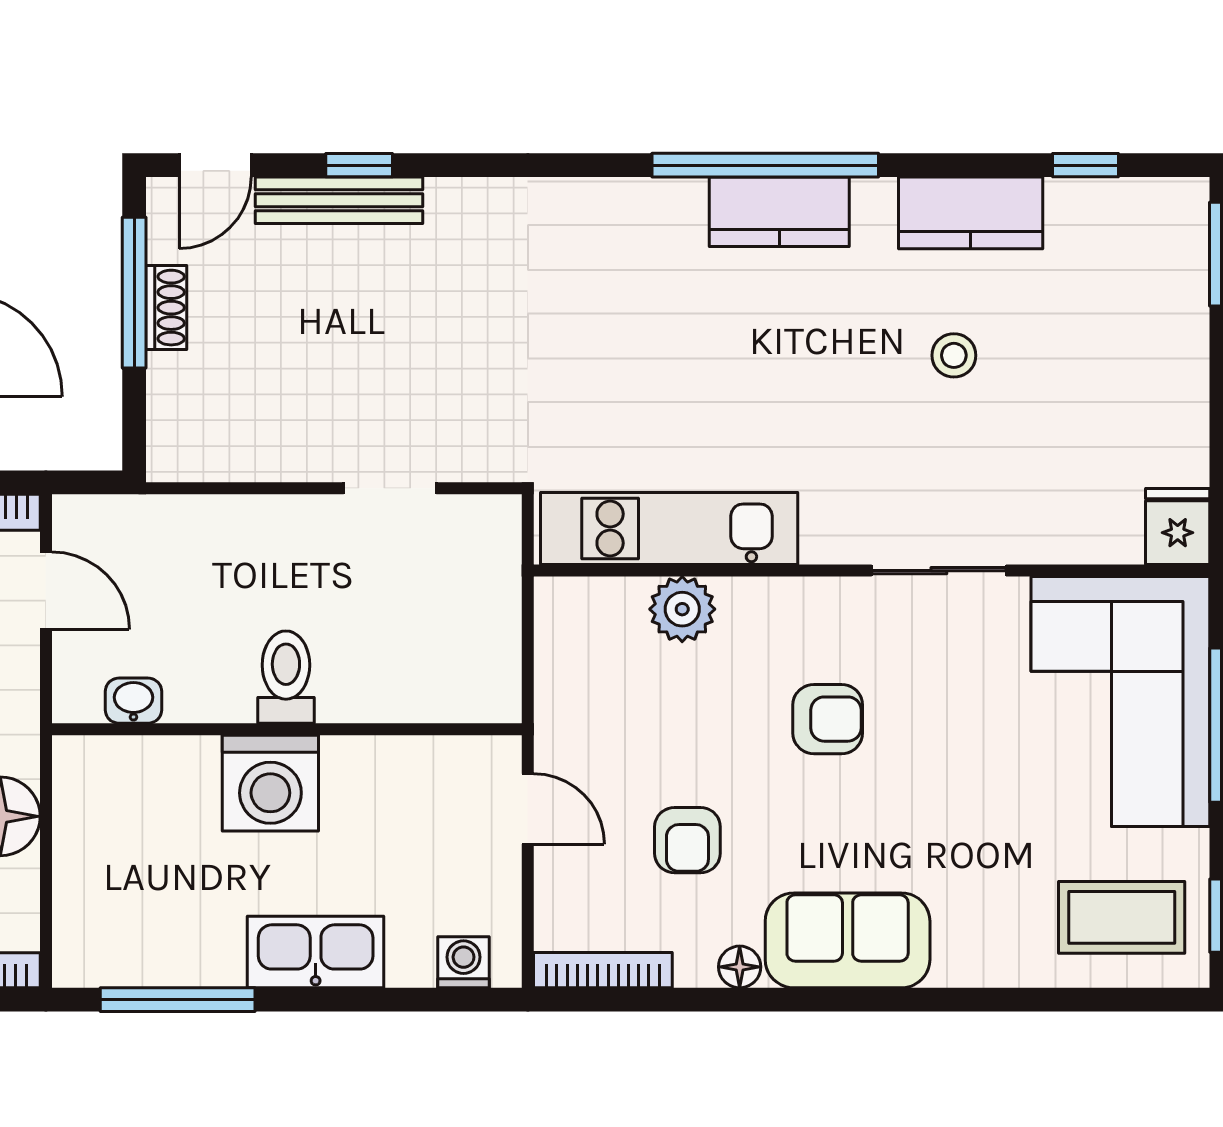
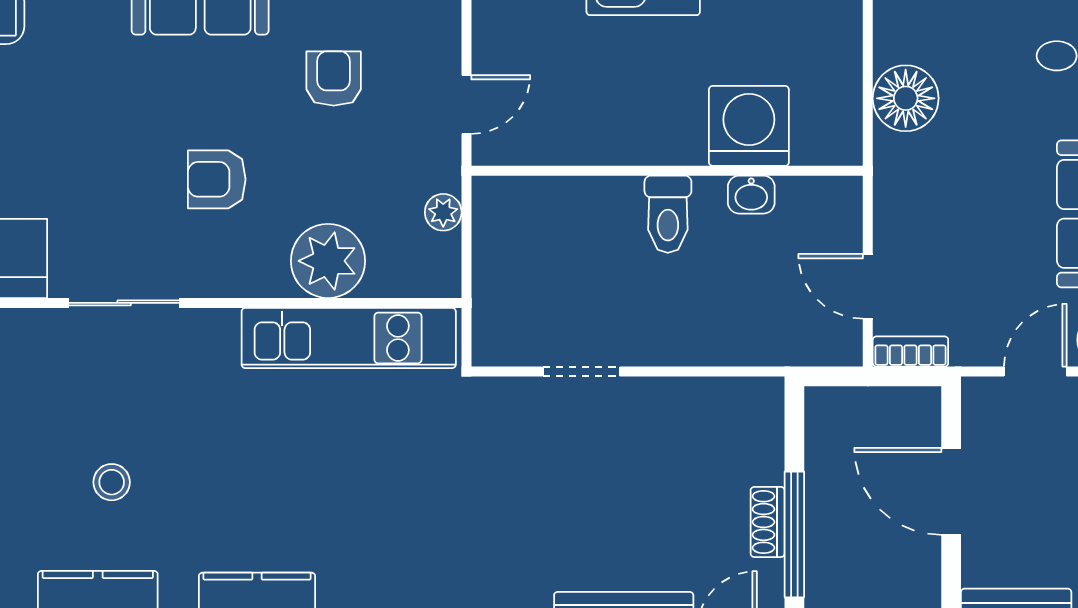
plant: (682, 609) -> (328, 261), width x1.36, depth x1.36
plant: (556, 679) -> (443, 212), added
washbasin: (133, 701) -> (751, 195), moved
washing machine: (270, 783) -> (749, 126), moved
door: (528, 809) -> (466, 104), swing flipped

